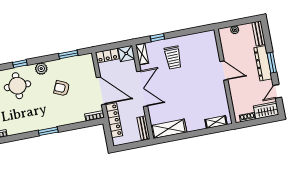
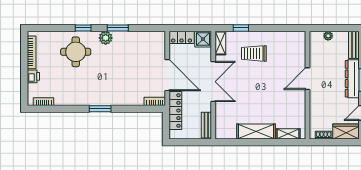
window: (68, 55) -> (118, 28), moved
trolley: (173, 58) -> (254, 53), turned 90
door: (224, 71) -> (308, 79), swing flipped
armchair: (62, 88) -> (124, 64), removed
shelving: (169, 129) -> (256, 132), moved

